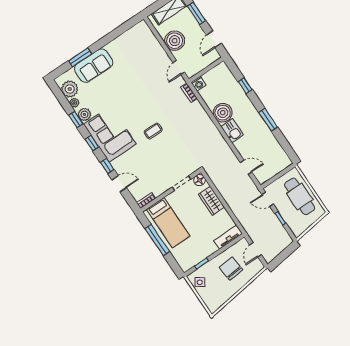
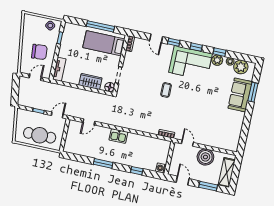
washing machine: (199, 84) -> (161, 168), moved
boiler: (223, 113) -> (135, 141), removed
door: (119, 184) -> (156, 38), hinge flipped
door: (256, 250) -> (35, 77), hinge flipped

